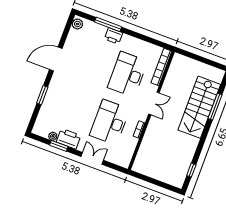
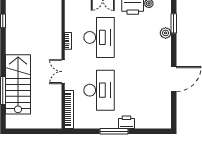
plant: (77, 24) -> (166, 33), moved
window: (108, 24) -> (114, 131), moved
window: (42, 95) -> (174, 23), moved

